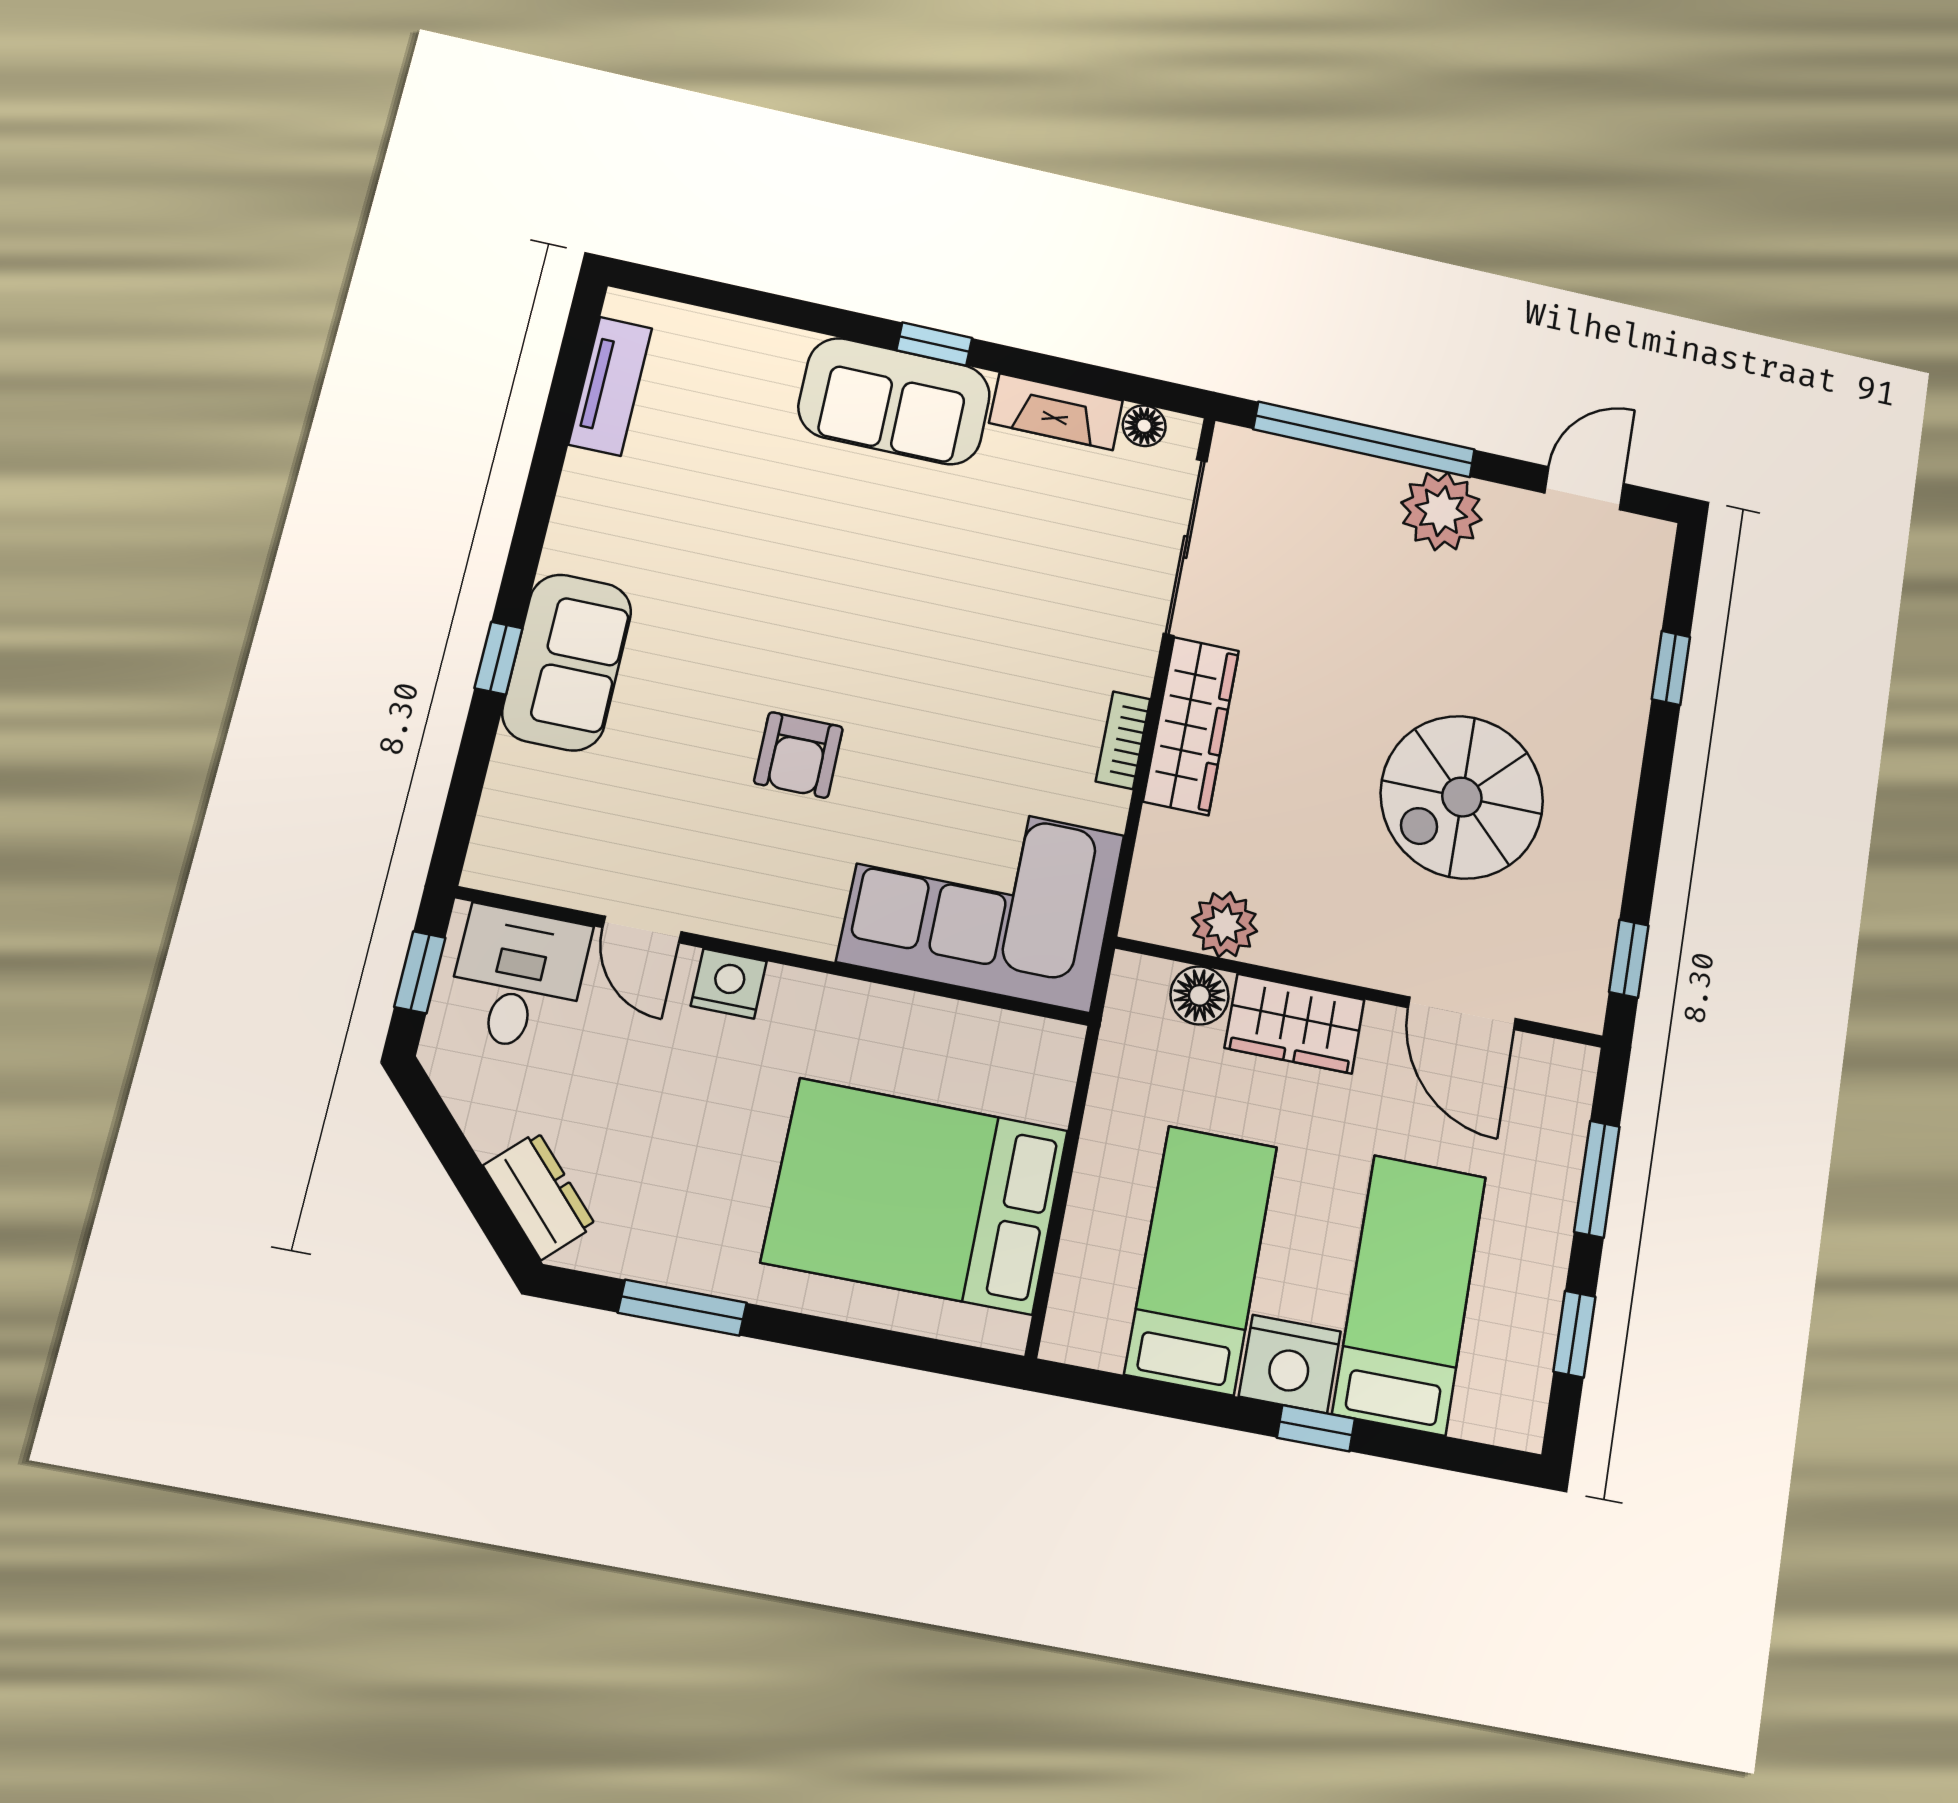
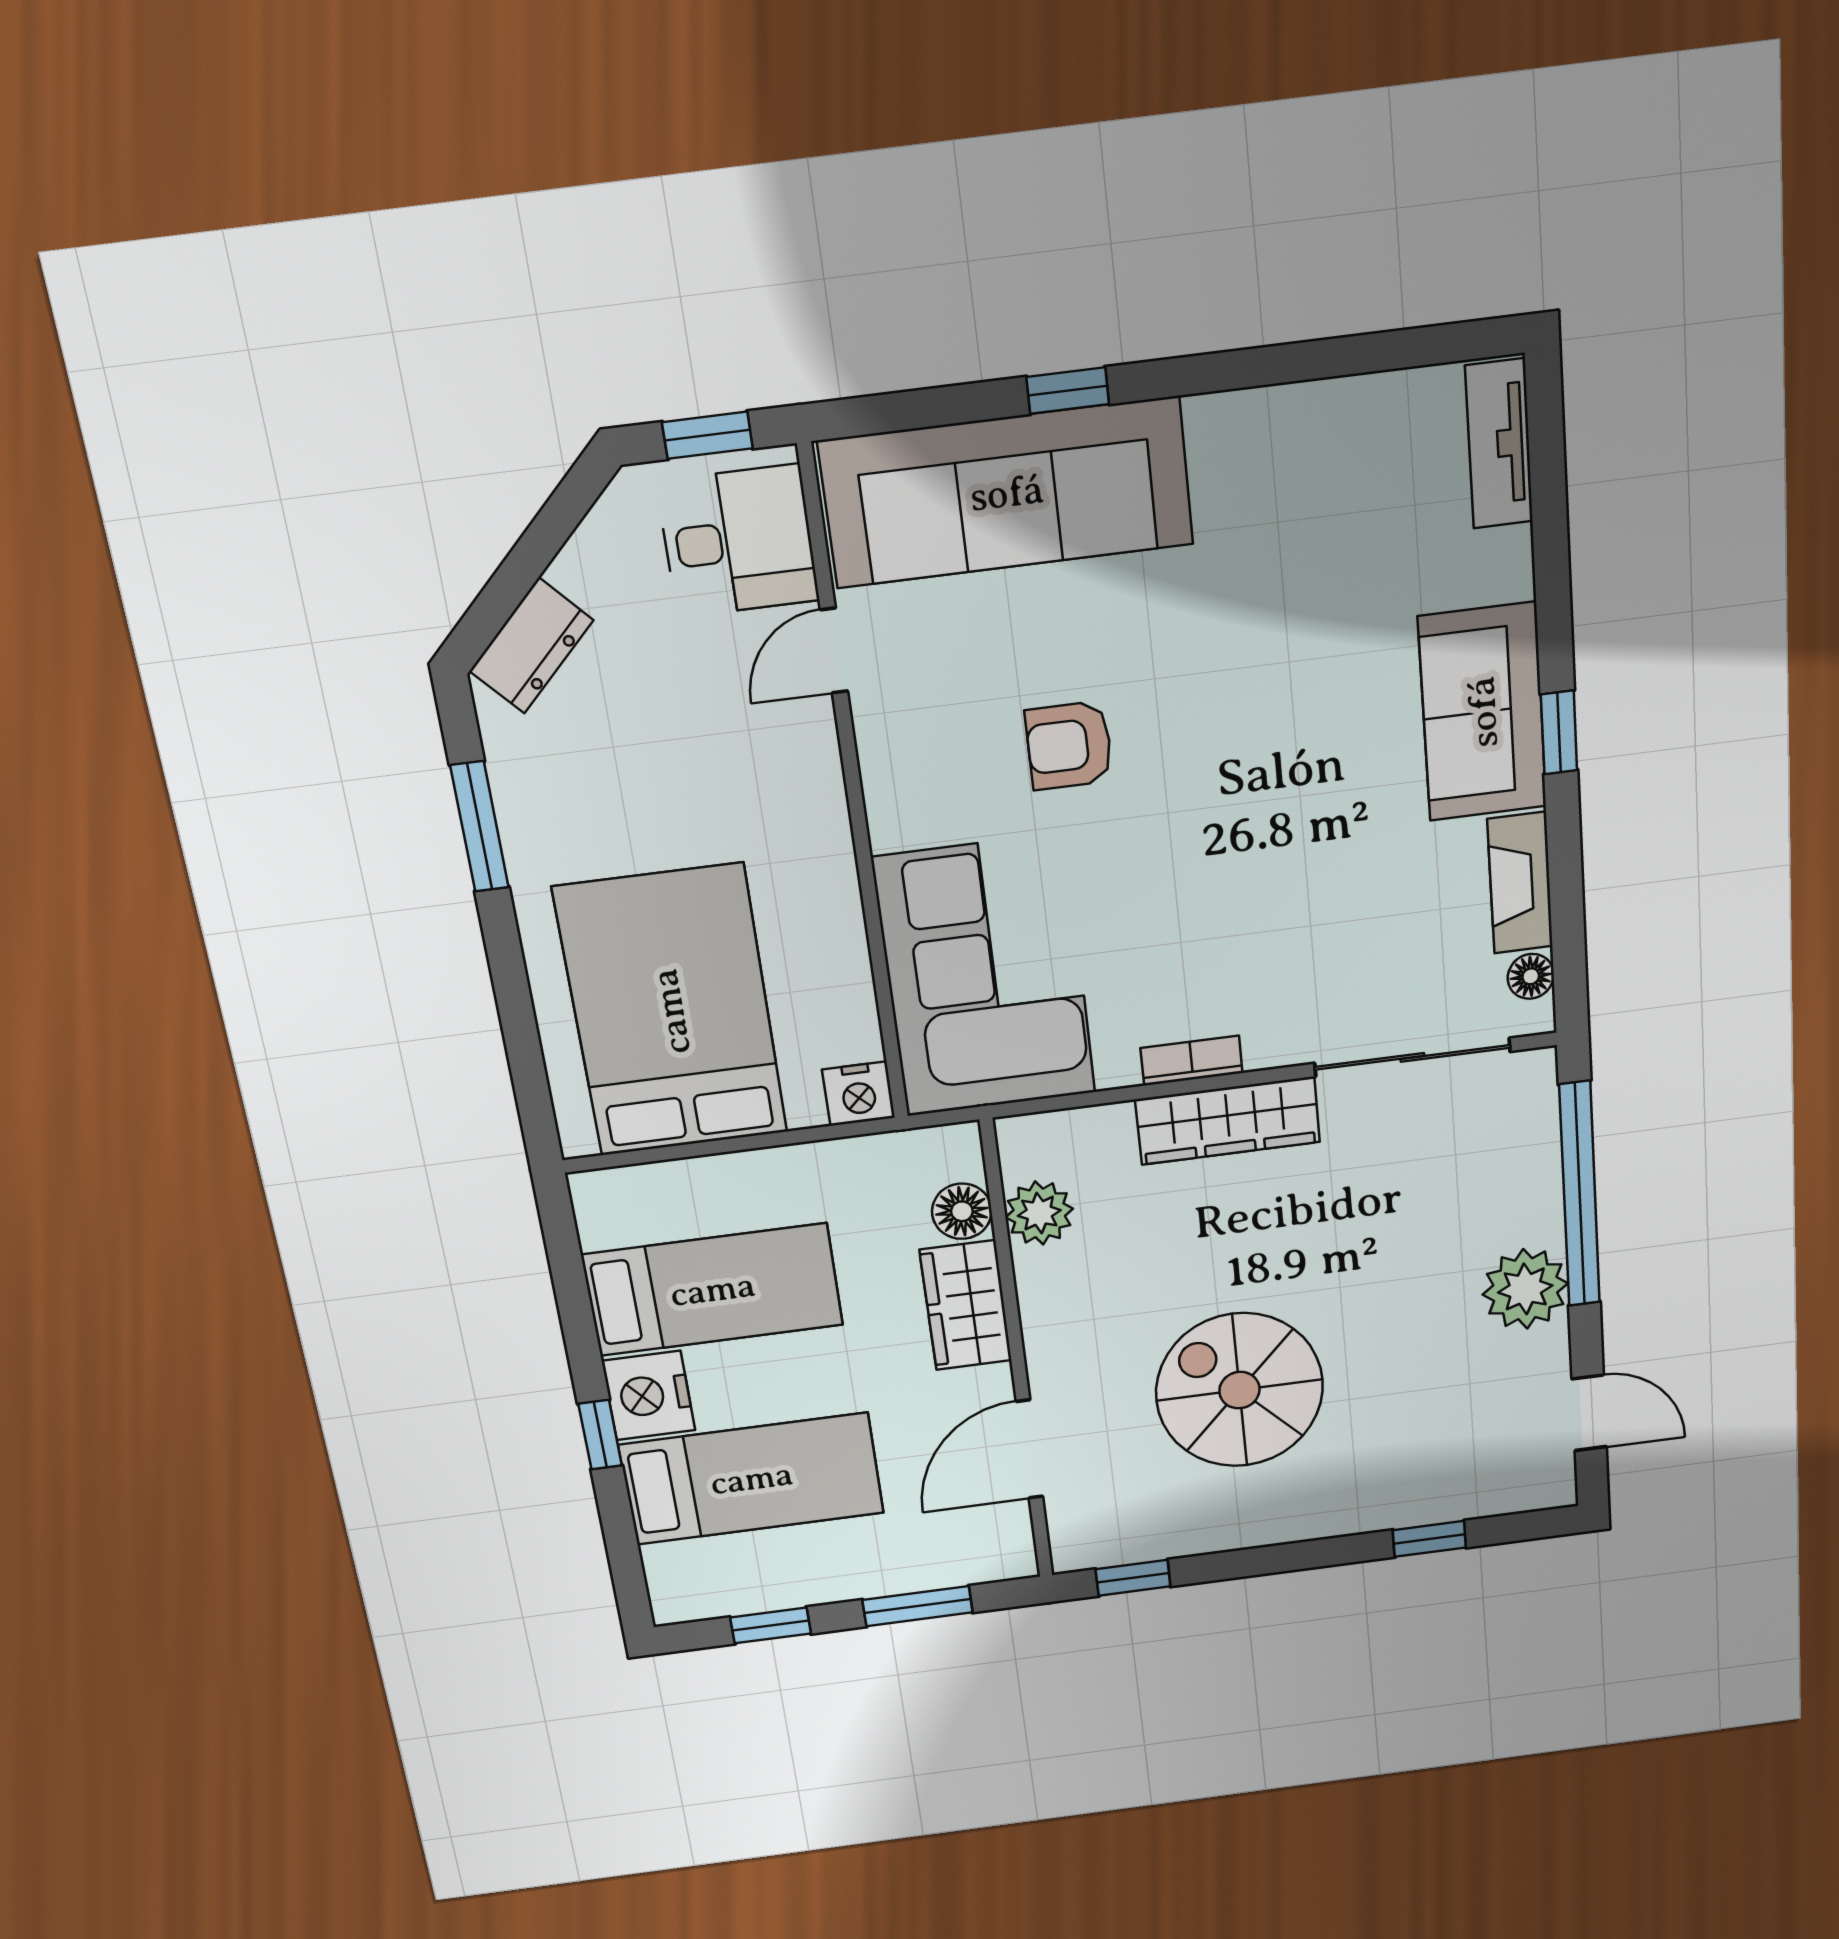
tv unit: (610, 386) -> (1499, 444), moved, turned 90
sofa: (567, 662) -> (1007, 493), width x1.85, depth x1.27
nightstand: (729, 984) -> (859, 1094), moved, turned 90

